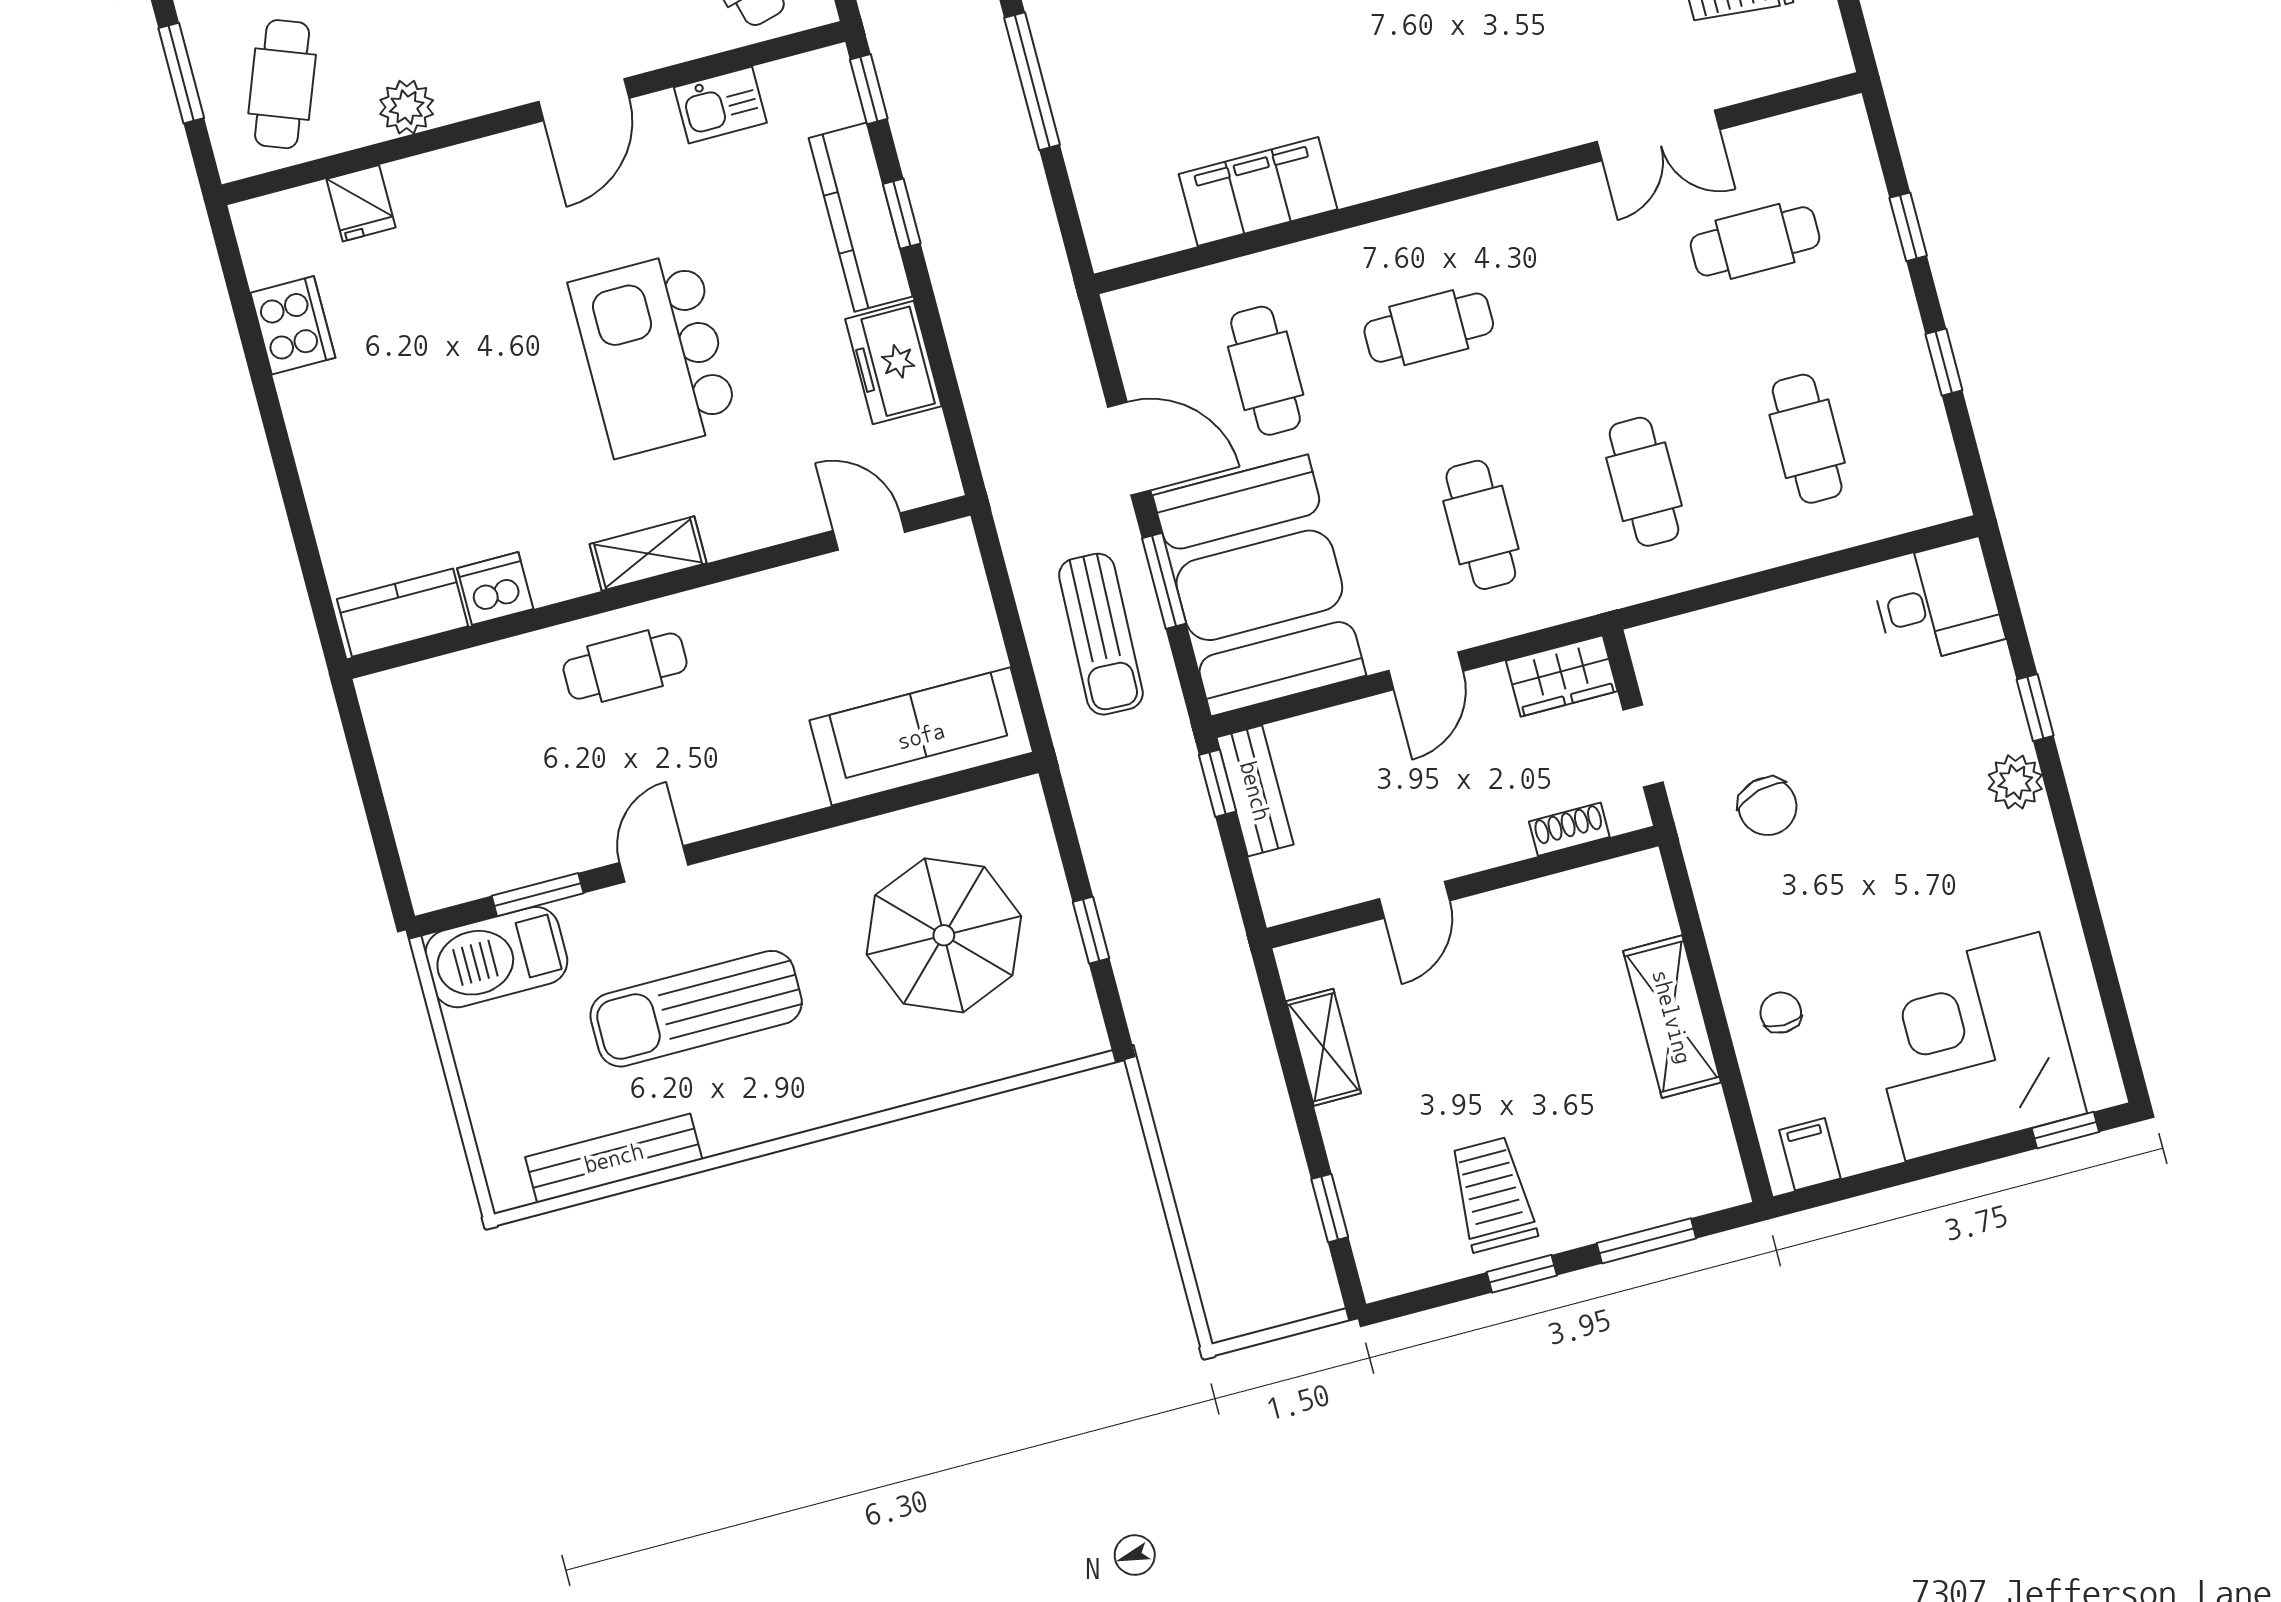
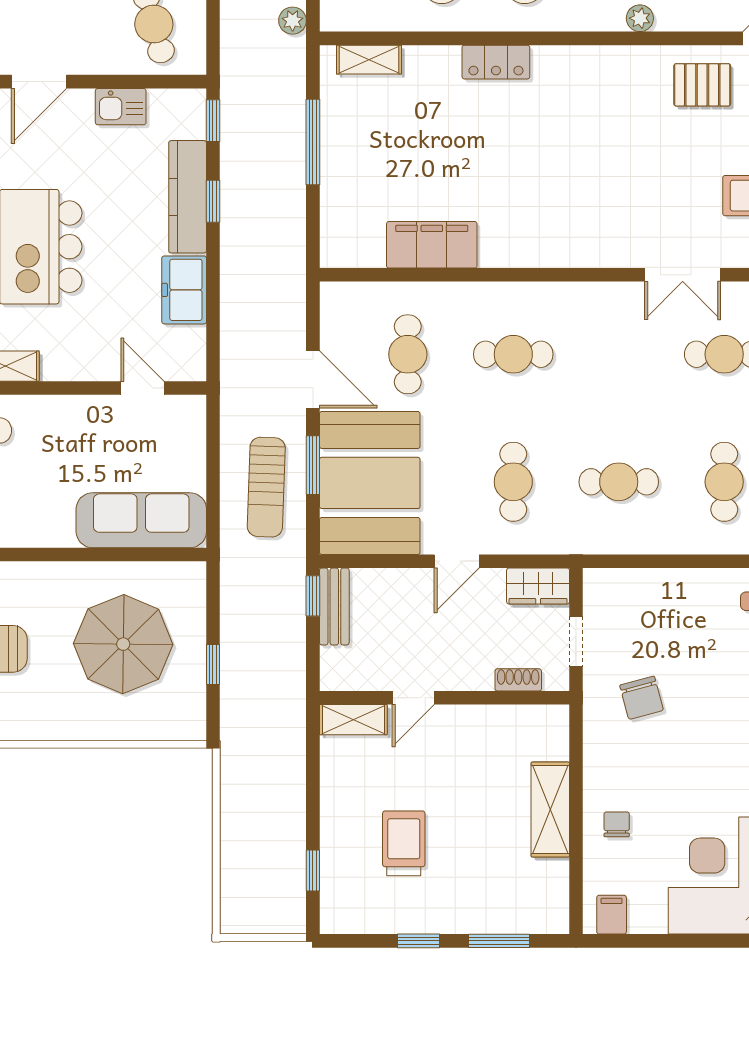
cafe table: (1644, 482) -> (619, 482), turned 90
shelving: (1323, 1047) -> (353, 720), moved, turned 90
trolley: (1493, 1194) -> (404, 843), moved

